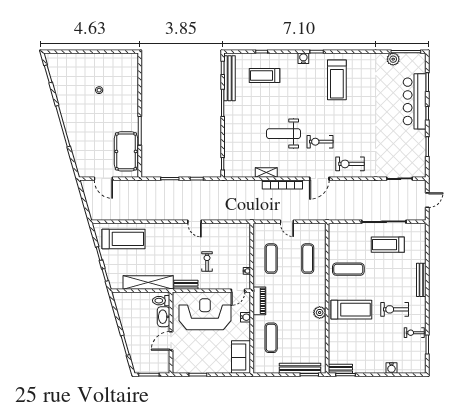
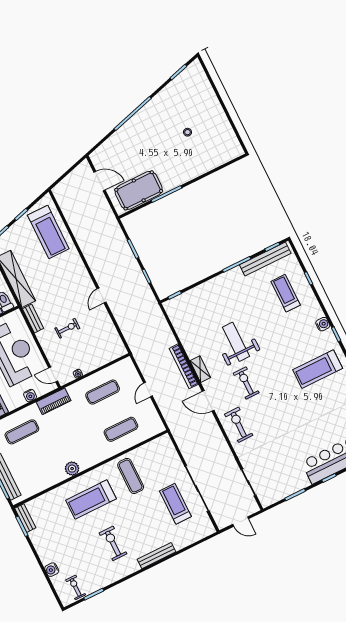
shelving: (266, 172) -> (200, 369), moved
door: (103, 179) -> (100, 181), swing flipped
treadmill: (351, 310) -> (91, 499), turned 90
exercise bike: (414, 333) -> (76, 587), moved

